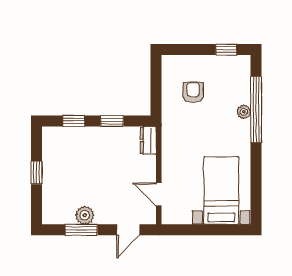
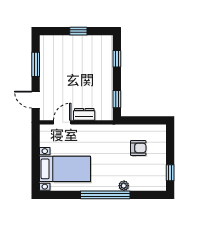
window: (256, 110) -> (105, 195), moved
window: (112, 121) -> (117, 99), moved
dresser: (148, 140) -> (84, 114), moved
plant: (85, 215) -> (47, 67), removed

